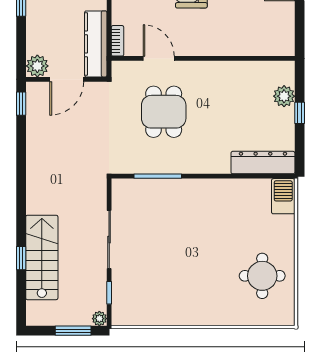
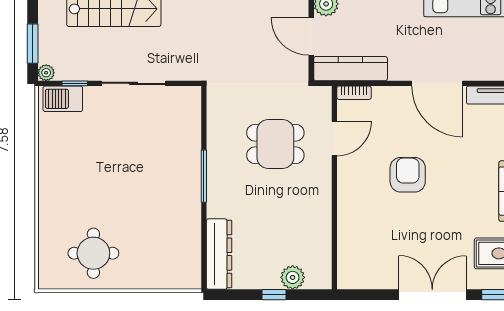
window: (158, 176) -> (204, 176), moved
barbecue: (283, 196) -> (63, 99), moved, turned 180

